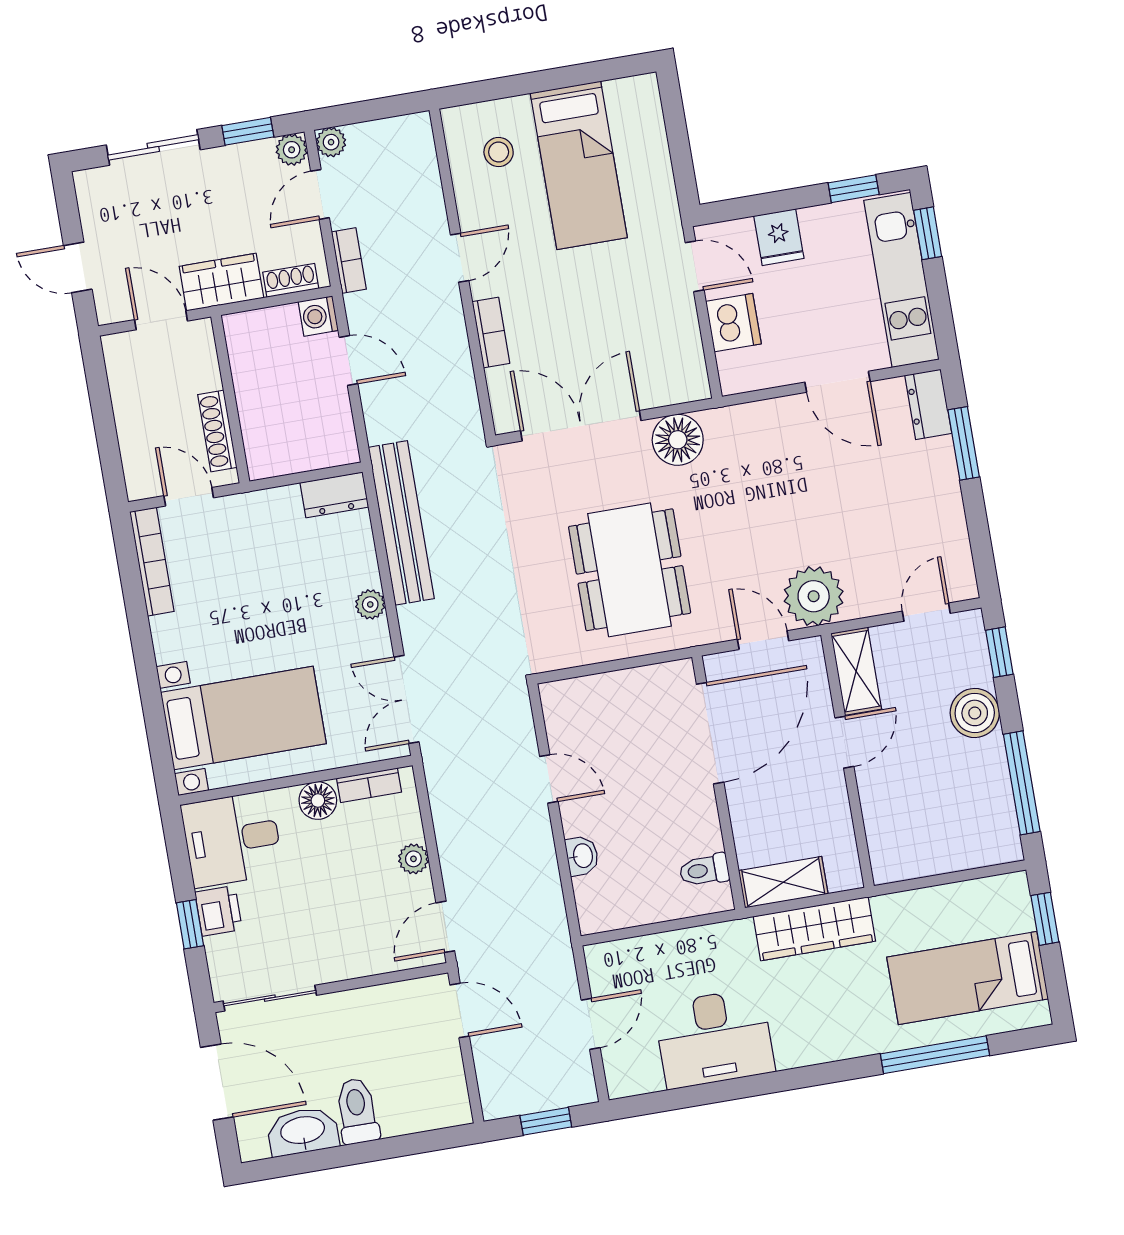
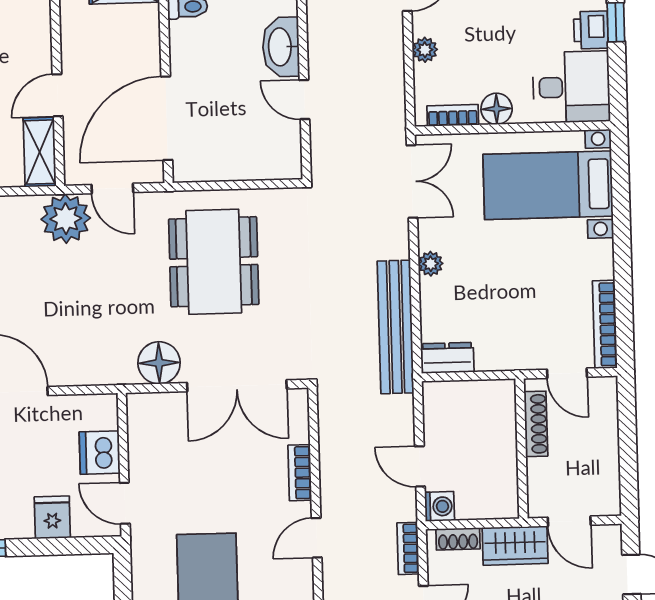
washbasin: (582, 856) -> (281, 47), width x1.91, depth x1.45

